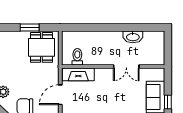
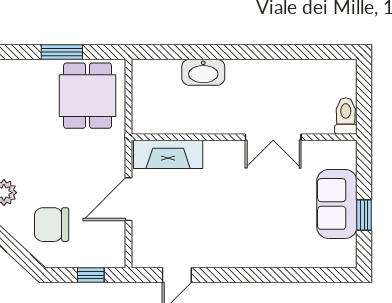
washbasin: (133, 37) -> (203, 72), moved
toilet: (77, 57) -> (346, 116), moved

